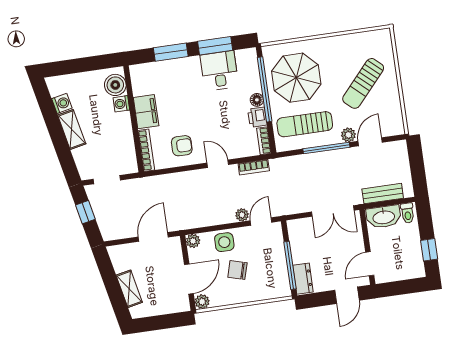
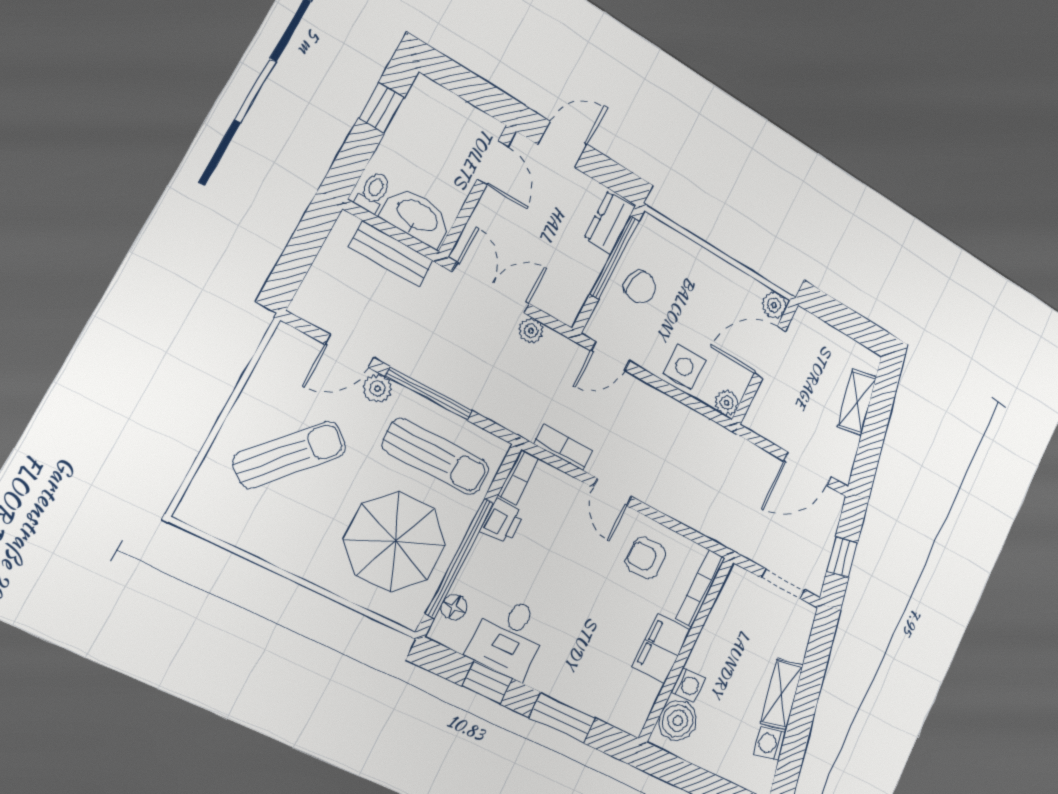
window: (215, 46) -> (488, 682), width x0.67
floor lamp: (257, 100) -> (454, 607), moved
plant: (242, 215) -> (531, 331), moved
door: (153, 237) -> (807, 469), moved
door: (370, 264) -> (493, 163), hinge flipped
chair: (237, 270) -> (640, 287), moved

